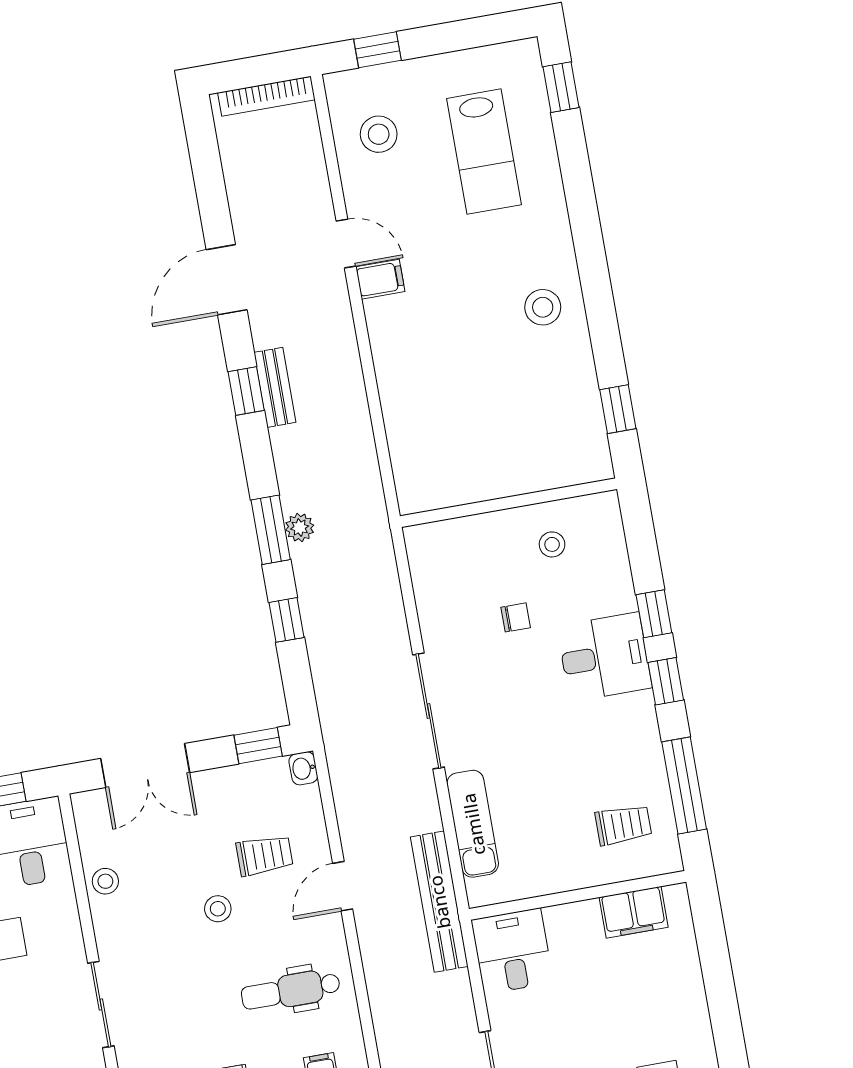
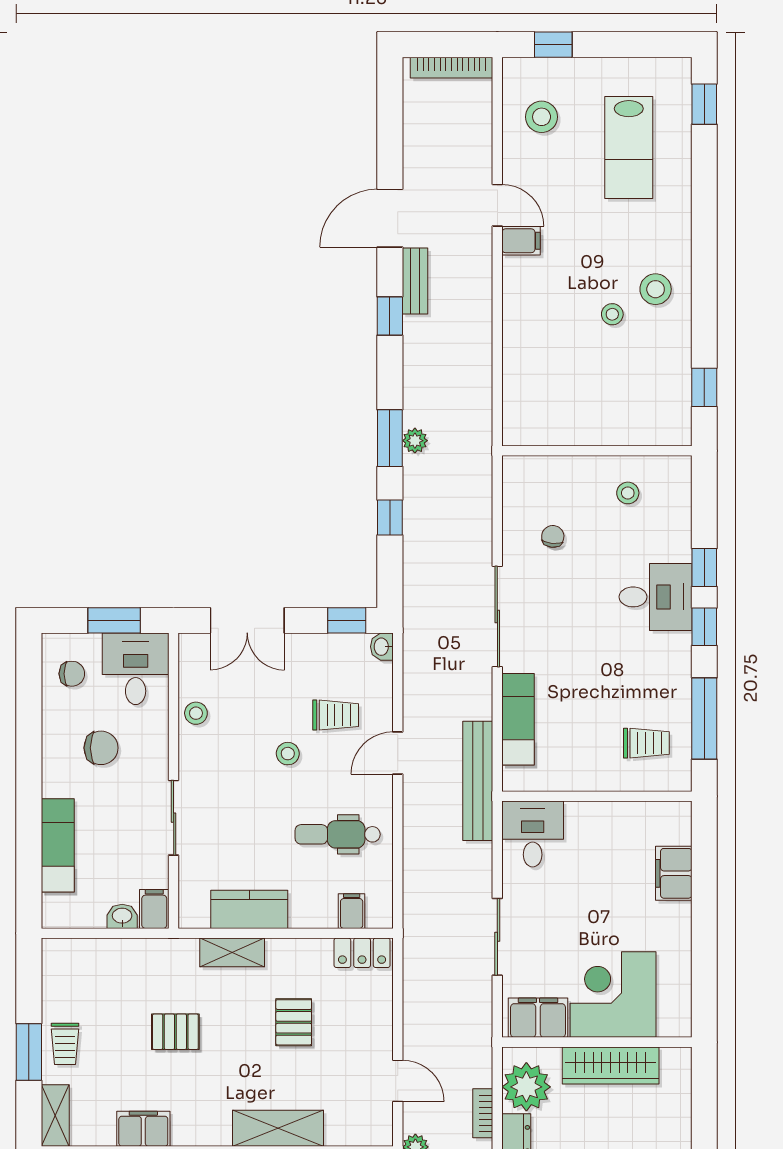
stool: (499, 344) -> (612, 314), added
bench: (275, 387) -> (415, 281), moved
chair: (516, 617) -> (553, 536), moved, turned -84
filing cabinet: (634, 912) -> (674, 873), moved, turned 90

